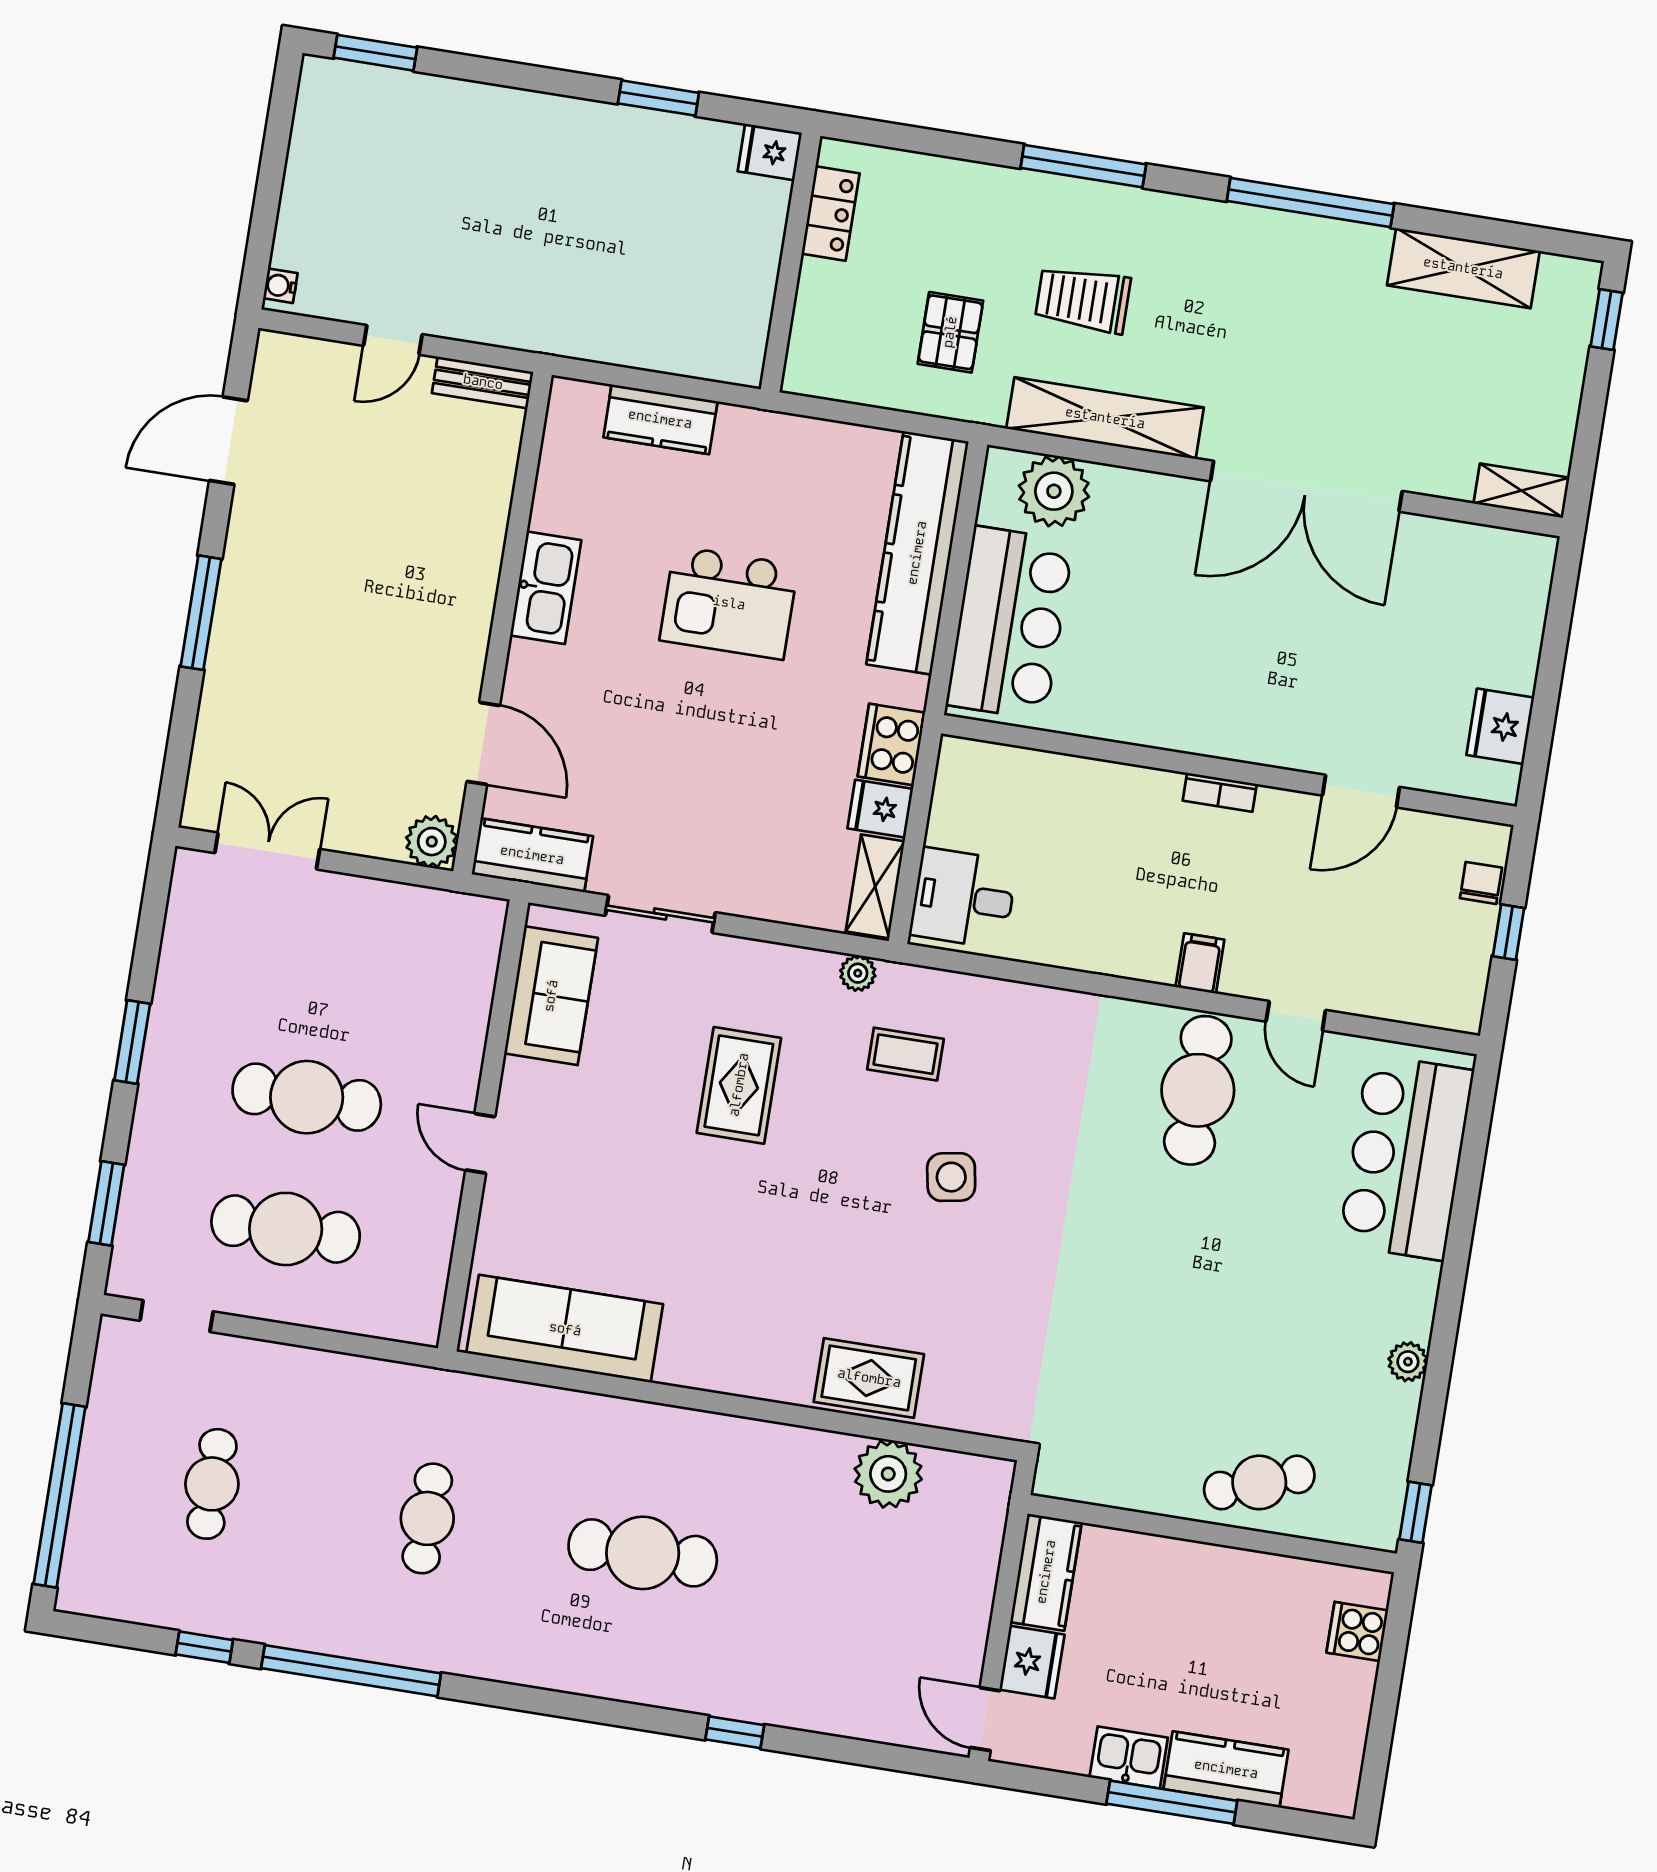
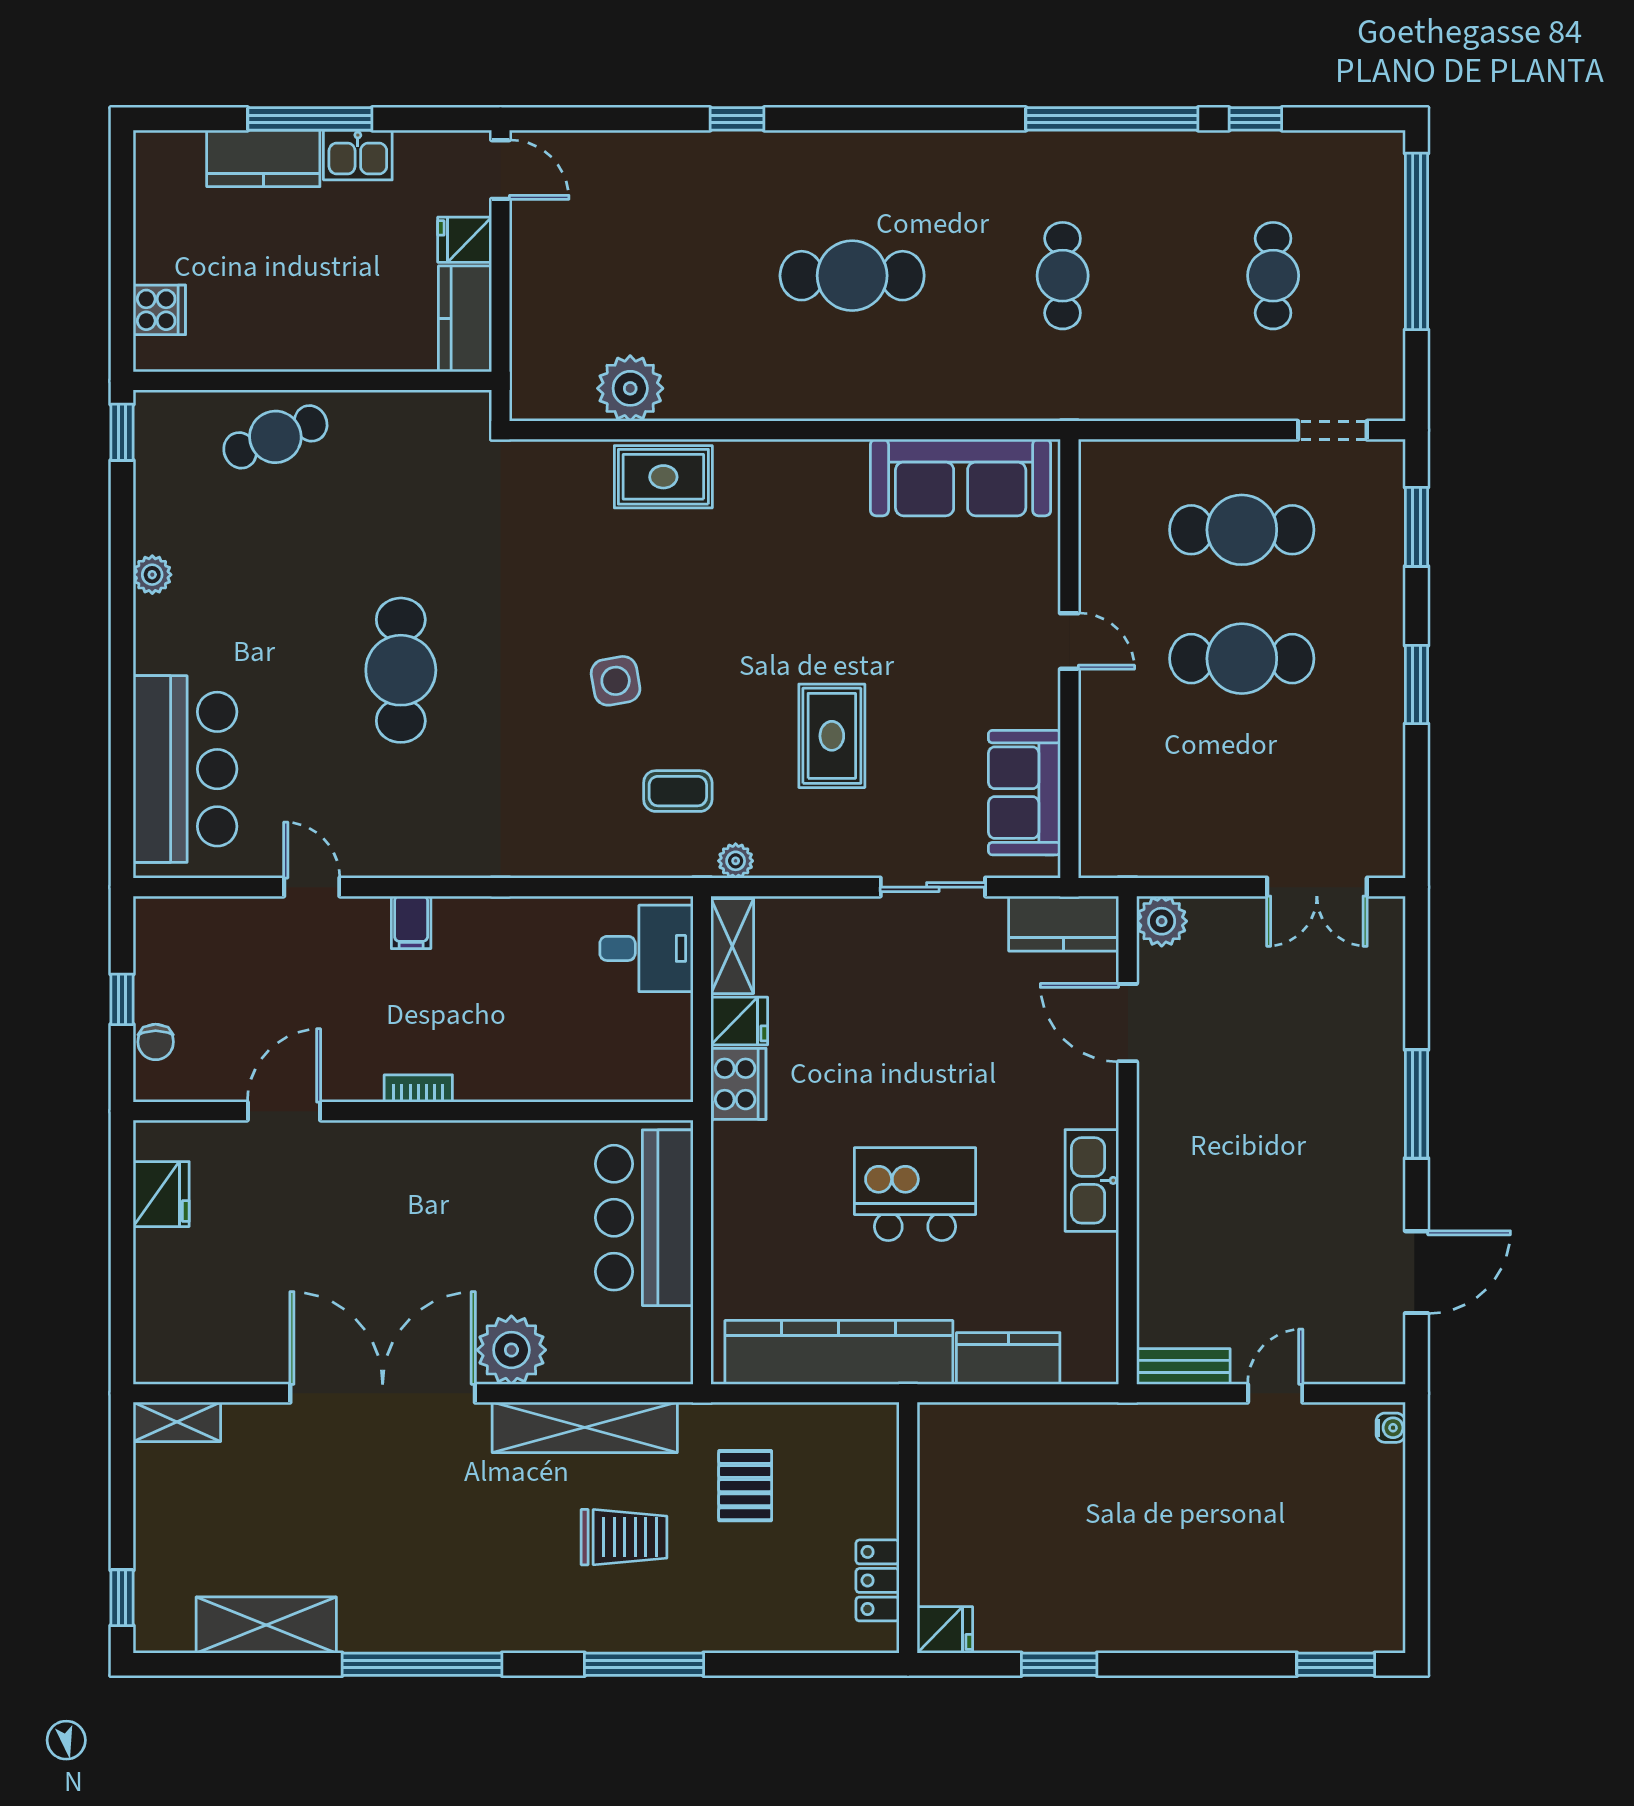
plant: (1054, 491) -> (511, 1350), moved
kitchen counter: (917, 553) -> (839, 1352), moved, turned -90
cafe table: (1198, 1090) -> (401, 670), moved
fridge: (1032, 1662) -> (465, 240), width x0.72

